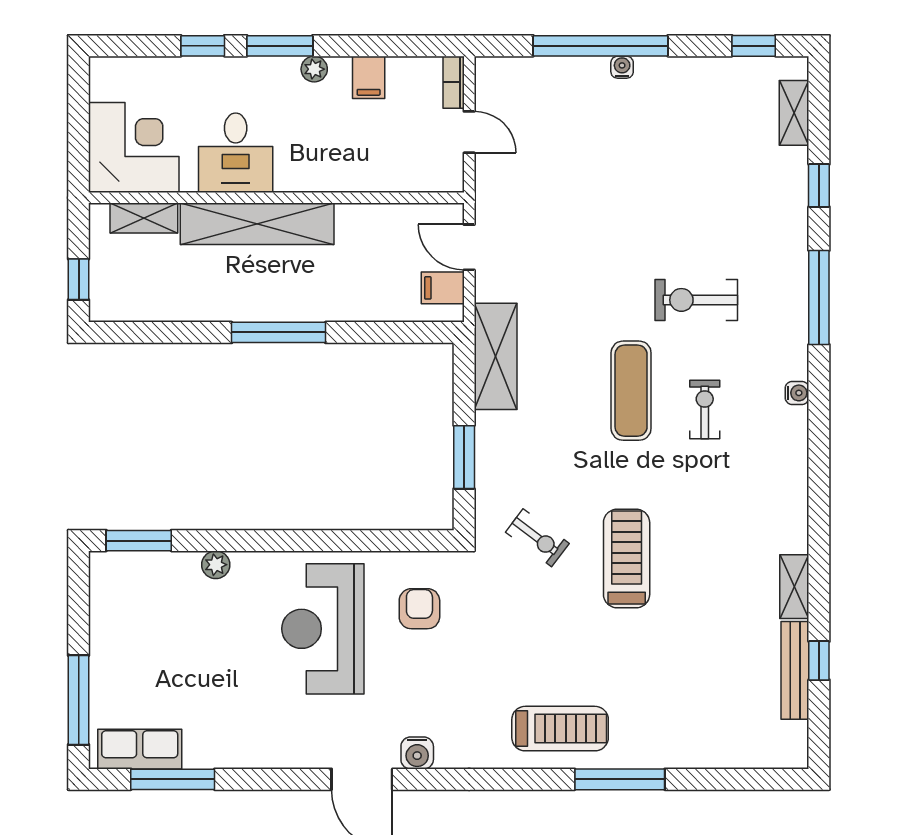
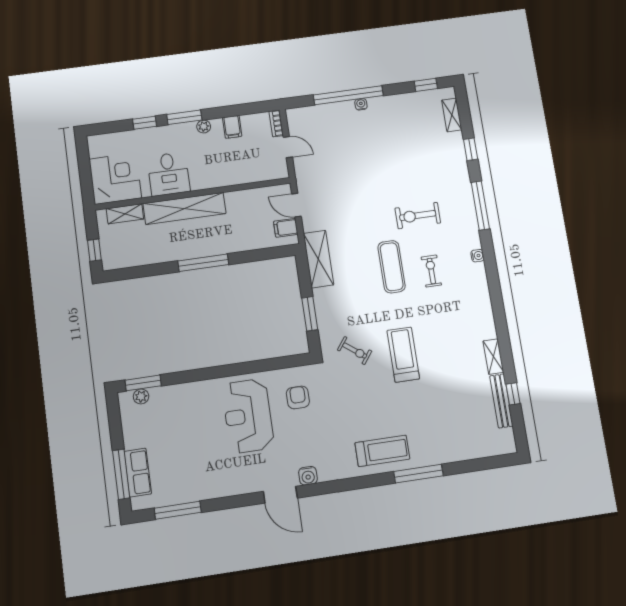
plant: (216, 565) -> (141, 396), moved
row of seats: (140, 749) -> (138, 473), moved, turned 90

